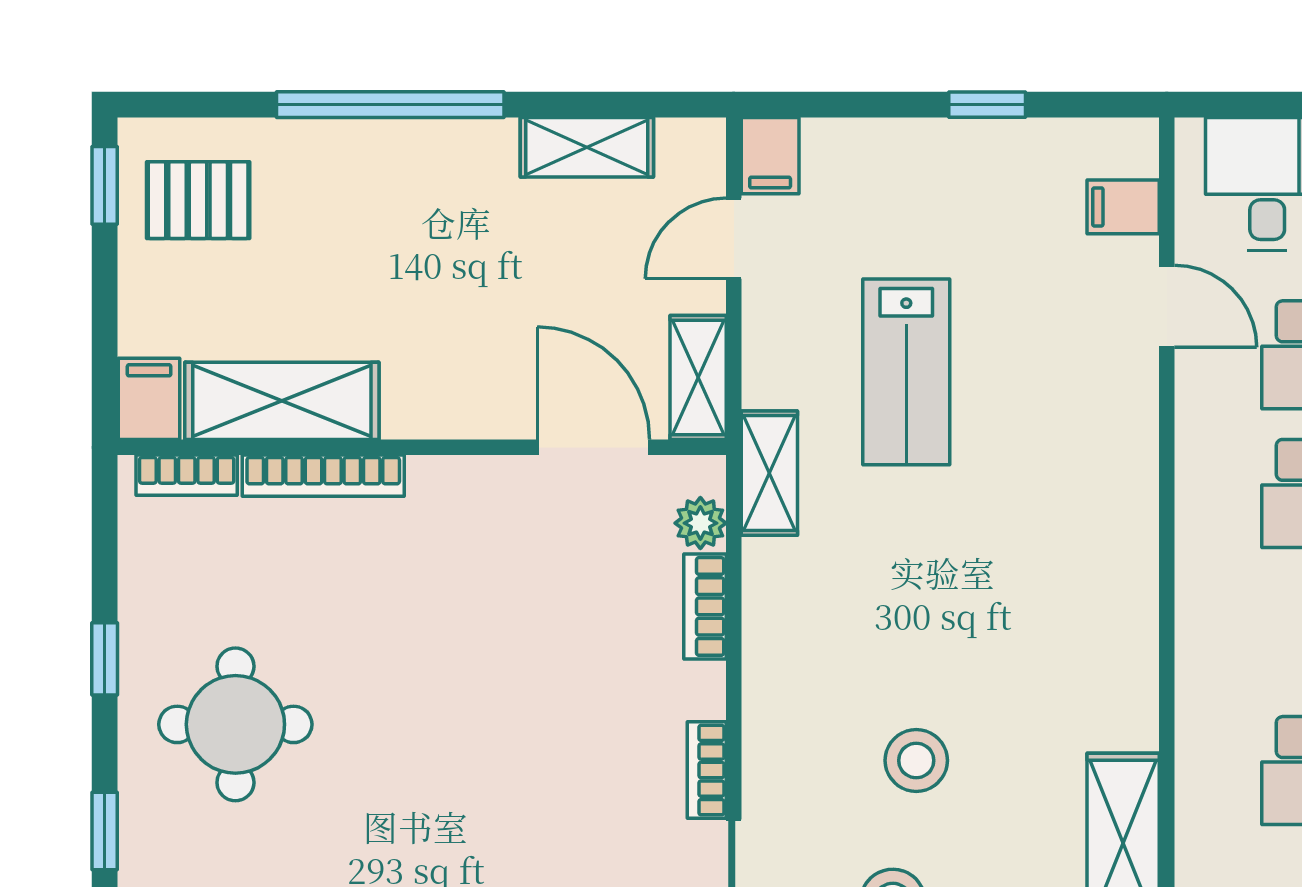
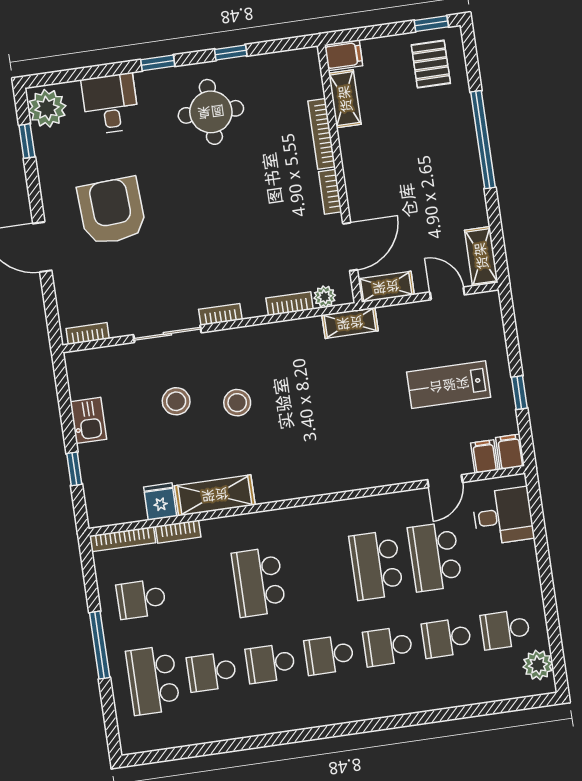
shelving: (587, 147) -> (481, 256), moved
filing cabinet: (770, 156) -> (510, 452), moved, turned 90
lab bench: (906, 372) -> (449, 385), moved
shelving: (282, 401) -> (345, 99), width x0.67, depth x0.75
bookcase: (187, 475) -> (330, 192), moved

